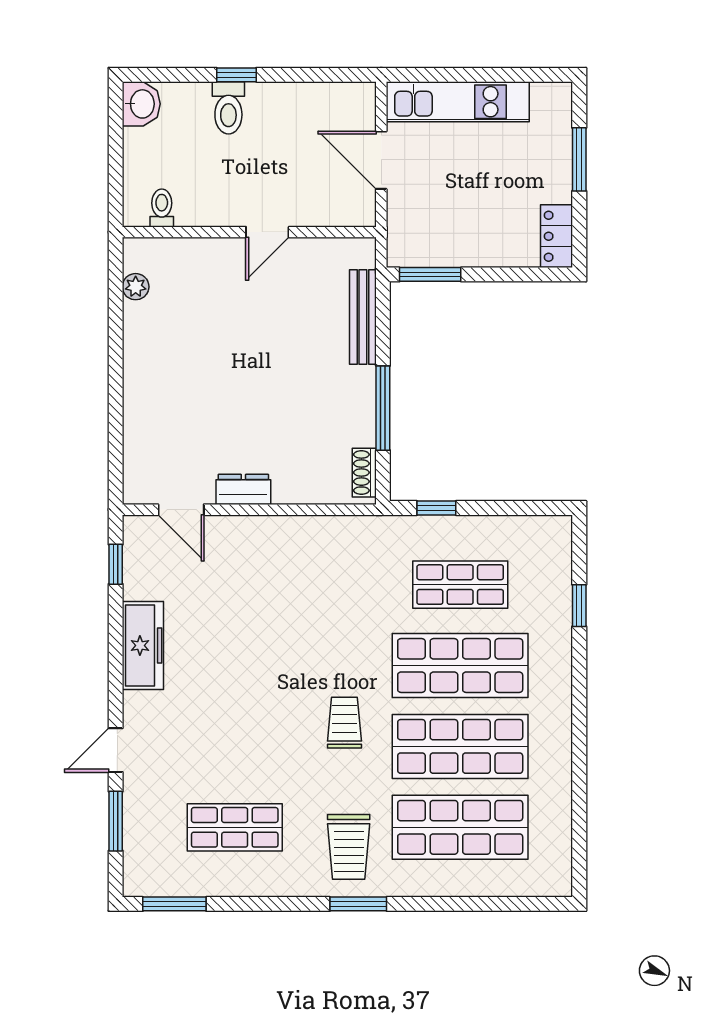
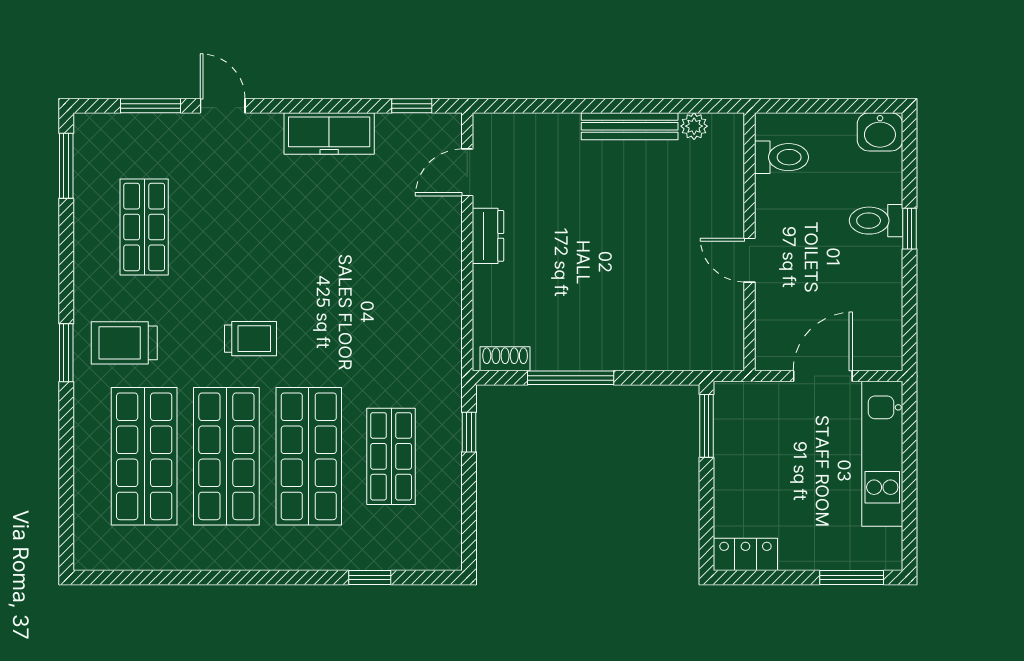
window: (579, 159) -> (852, 577), moved
toilet: (162, 208) -> (782, 157), width x1.37, depth x1.39
bench: (363, 317) -> (630, 126), moved

